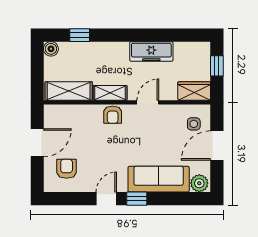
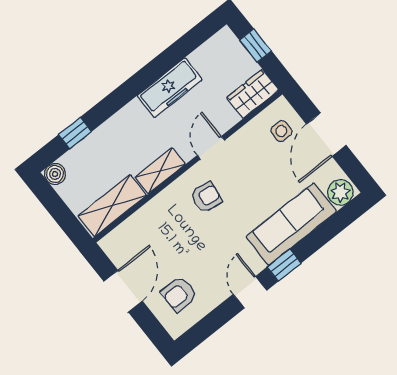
armchair: (113, 115) -> (206, 197), moved, turned -81
armchair: (67, 169) -> (179, 294), turned -90

